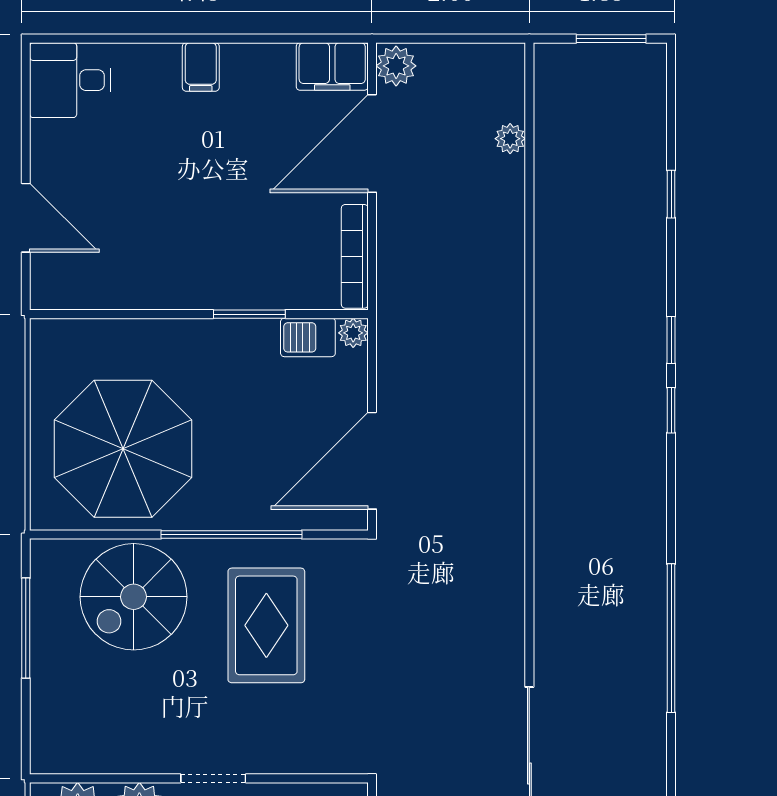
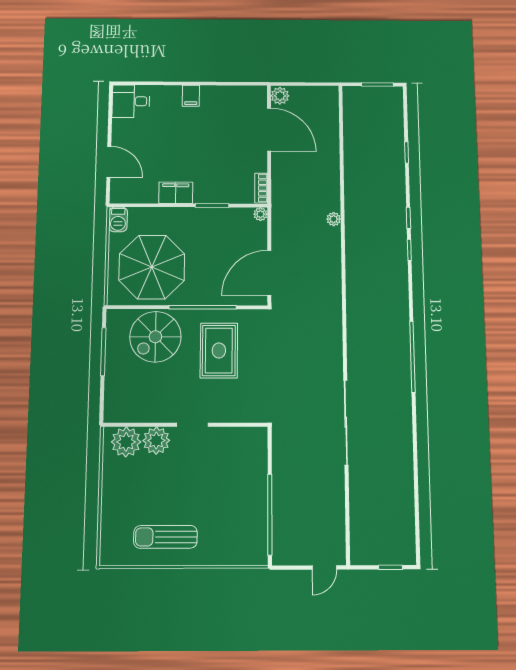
filing cabinet: (332, 66) -> (176, 193), moved, turned 180
plant: (510, 139) -> (334, 219), moved
door: (372, 143) -> (269, 130), swing flipped
bookcase: (355, 256) -> (261, 188), width x0.64
barbecue: (308, 337) -> (118, 219), moved, turned -90

